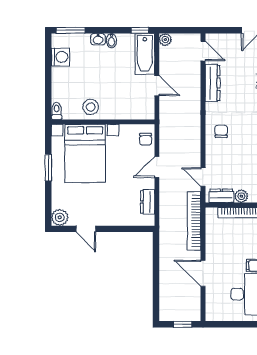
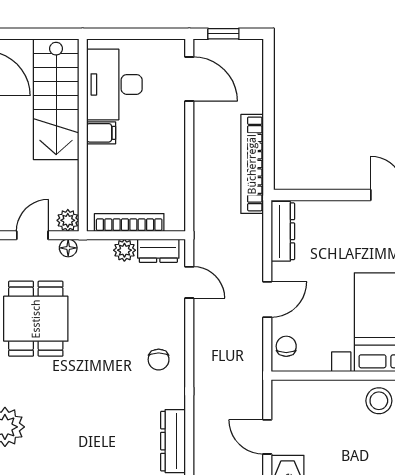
dresser: (148, 202) -> (283, 231), width x1.44
bookcase: (194, 221) -> (252, 164), moved, turned 180
door: (203, 273) -> (189, 79), moved

